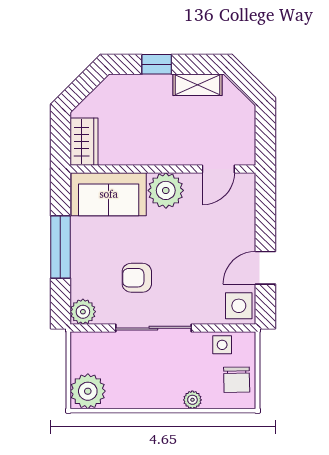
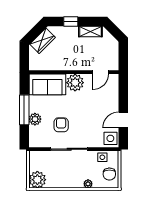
wardrobe: (84, 142) -> (42, 41), moved, turned 45
armchair: (137, 278) -> (61, 125), turned 90
plant: (83, 312) -> (35, 119), moved

